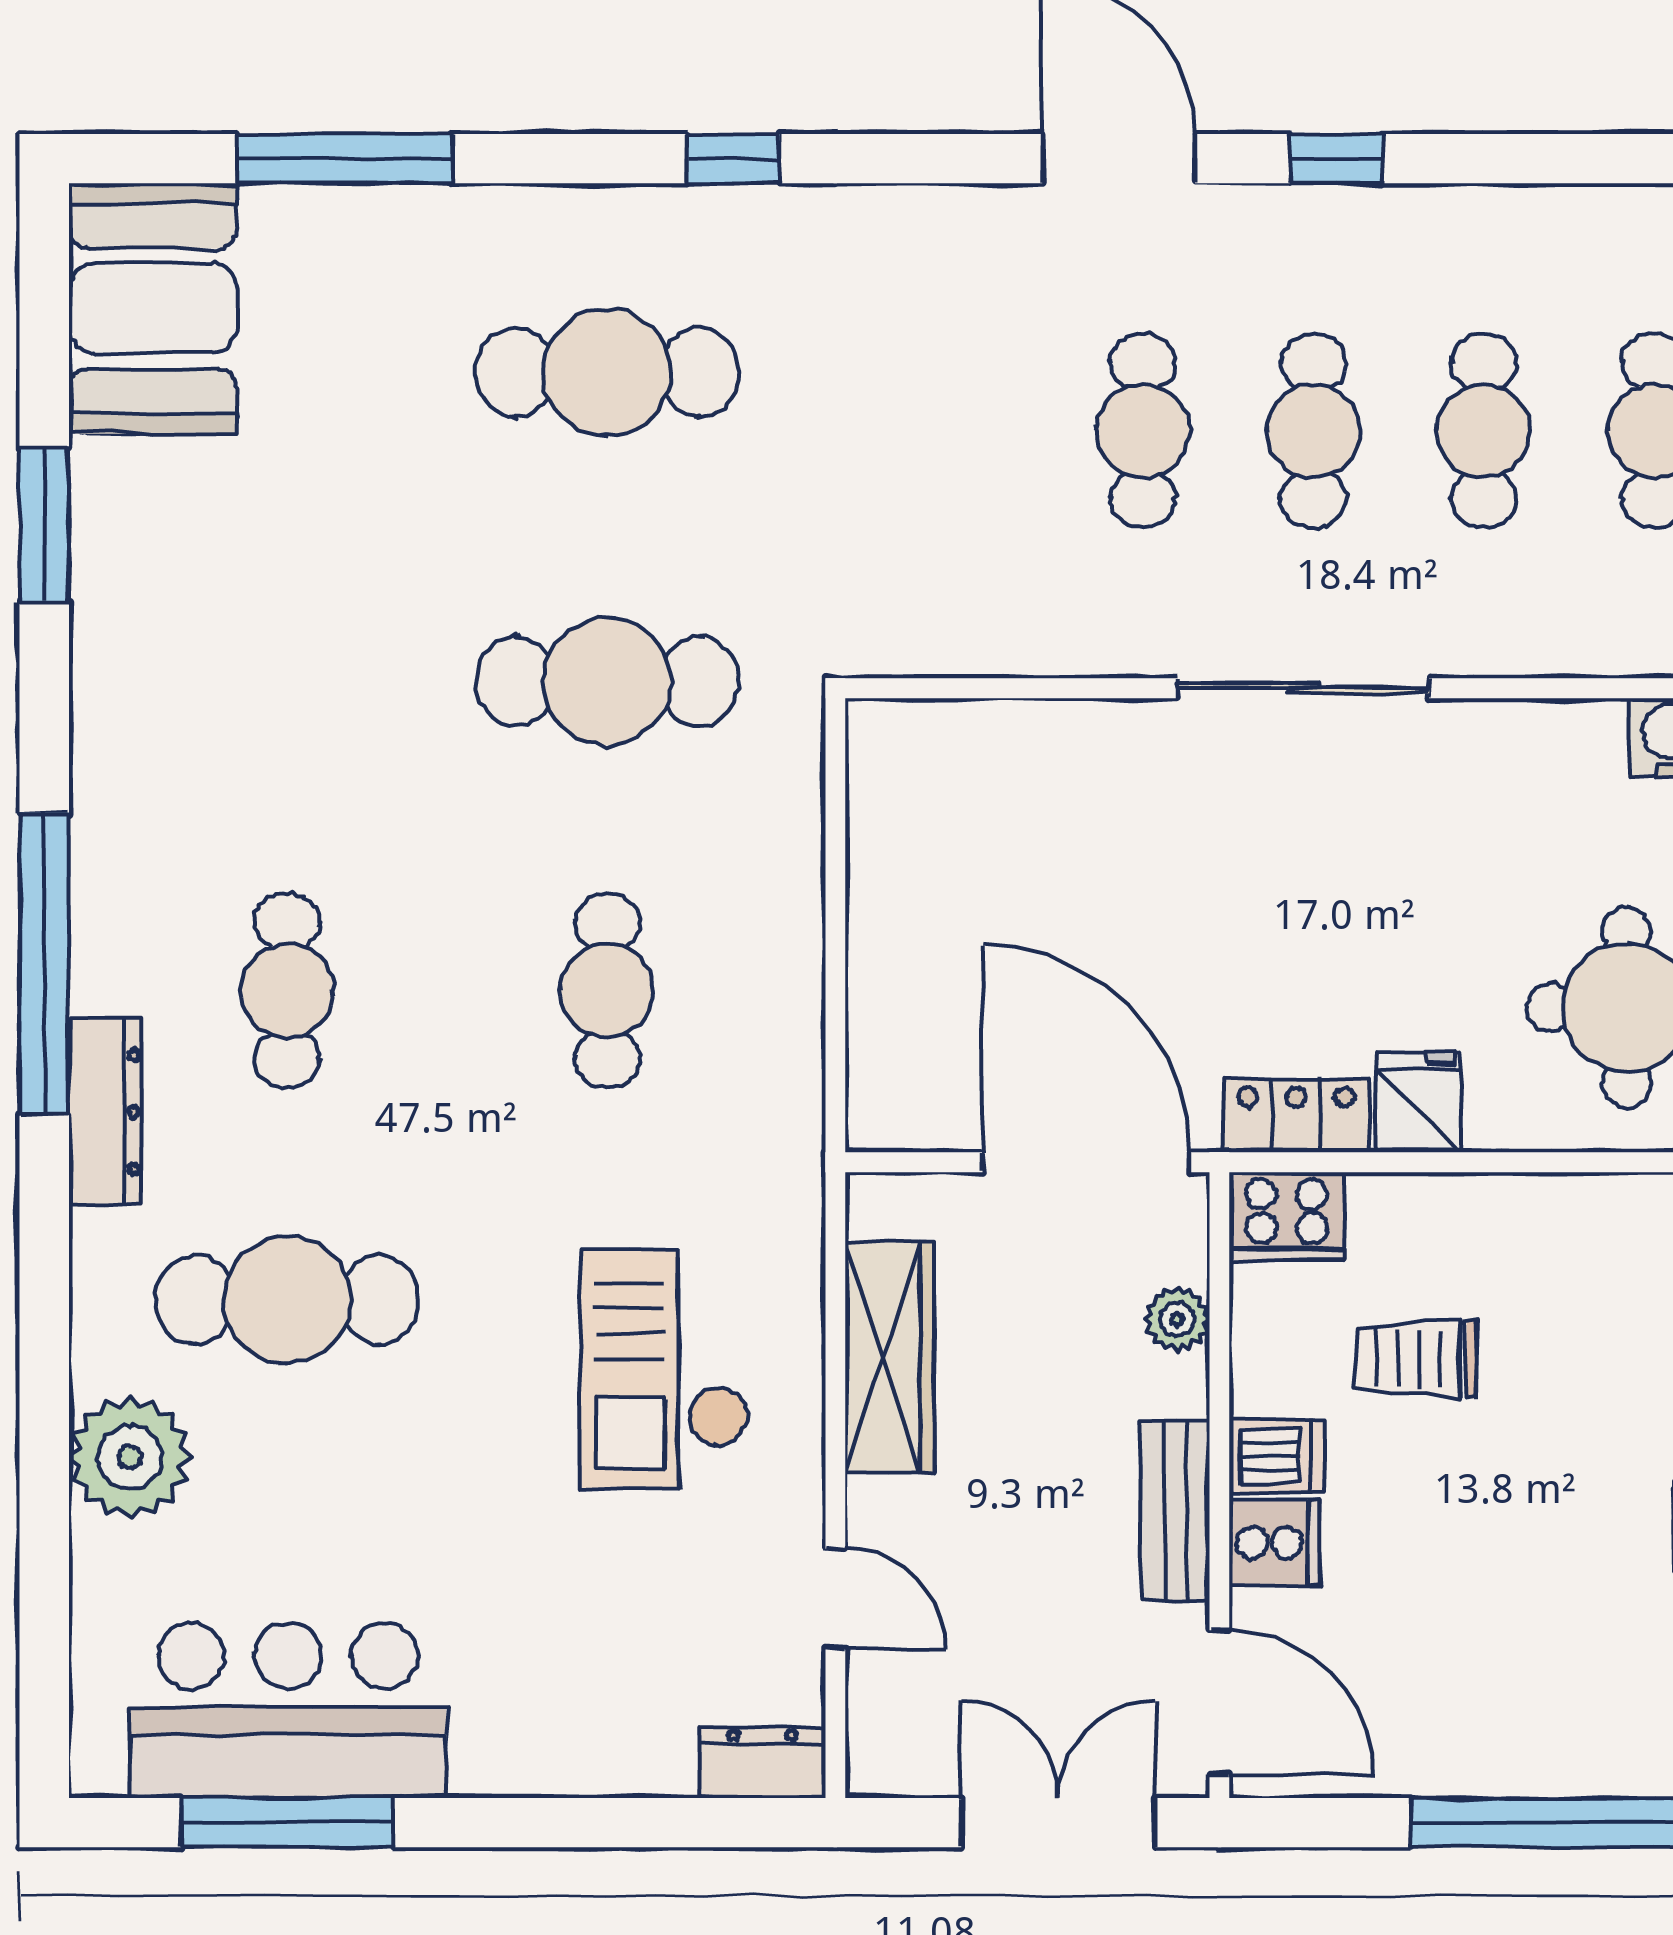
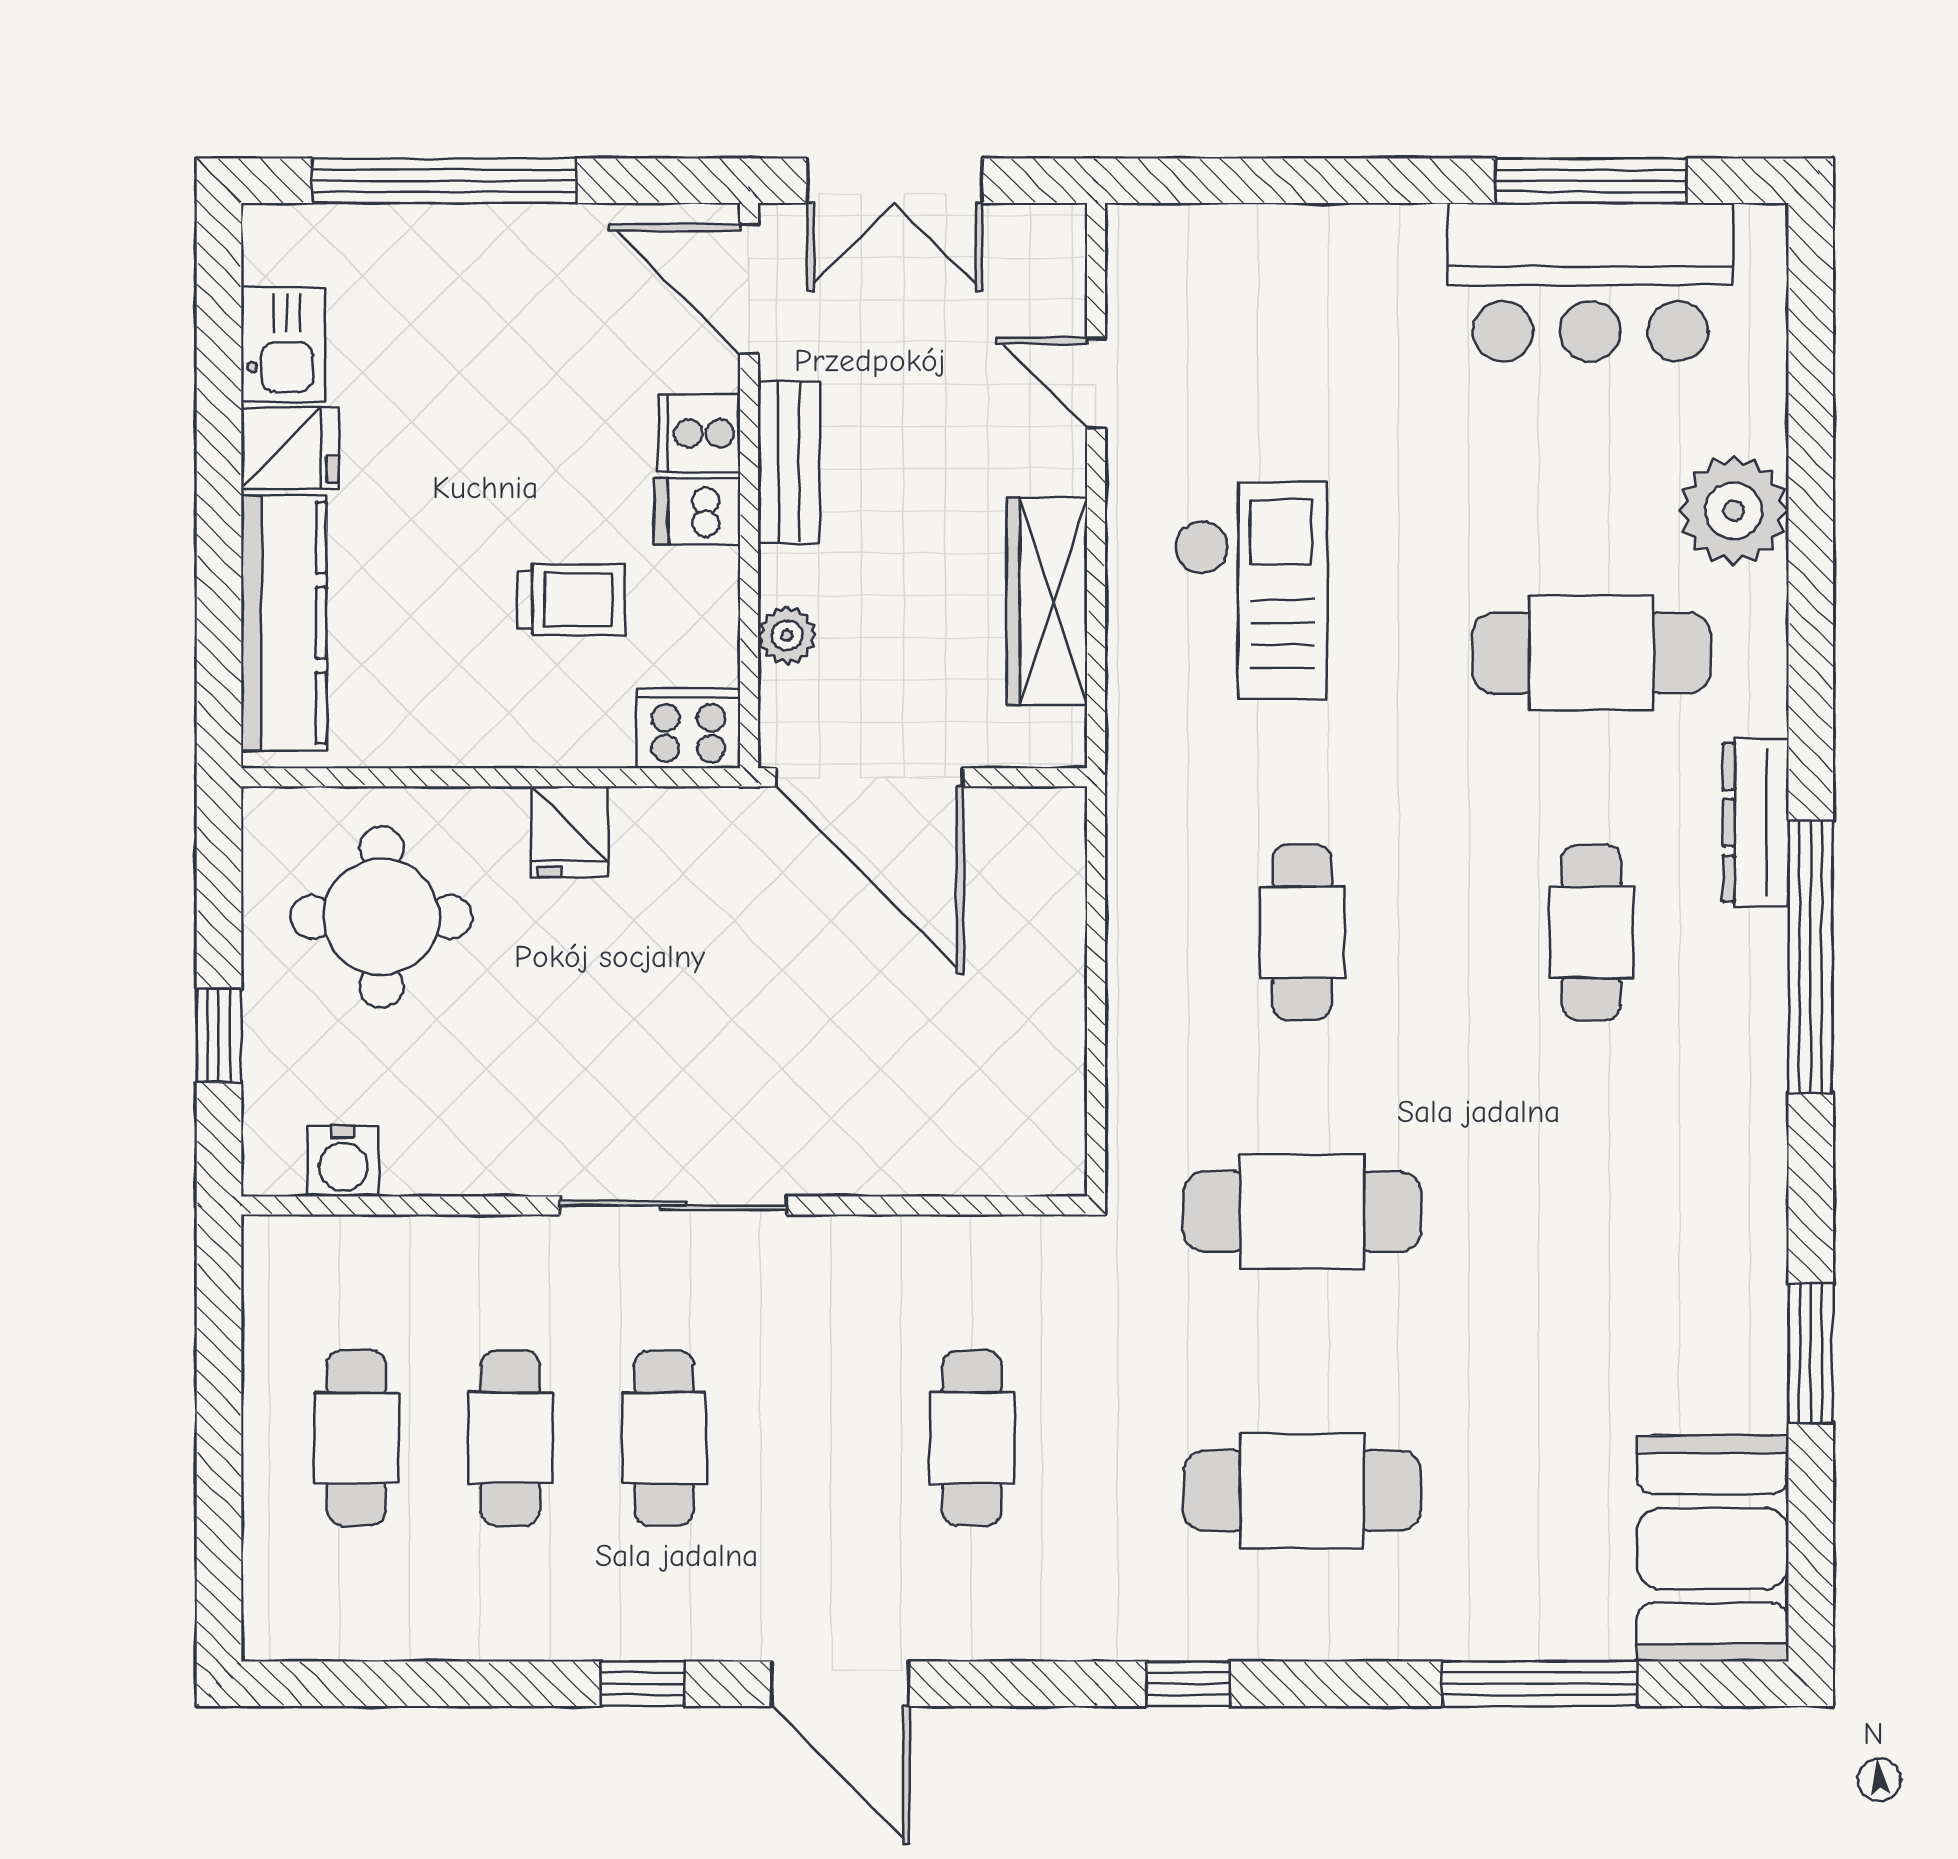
cafe table: (1143, 431) -> (972, 1438), moved
locker: (1296, 1116) -> (680, 819), removed
dresser: (763, 1763) -> (1162, 235), removed

